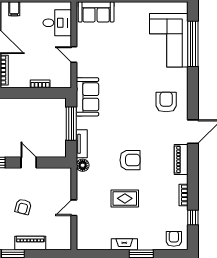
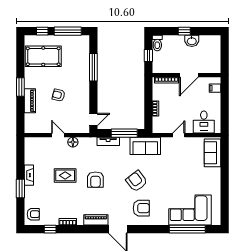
armchair: (132, 108) -> (137, 181), added
door: (29, 162) -> (93, 120), moved
floor lamp: (83, 165) -> (73, 142), moved
rug: (125, 198) -> (65, 175), turned 90

